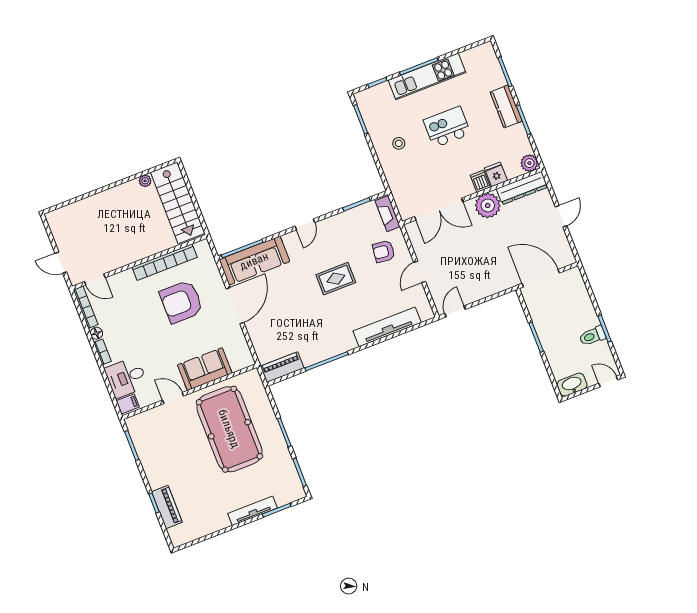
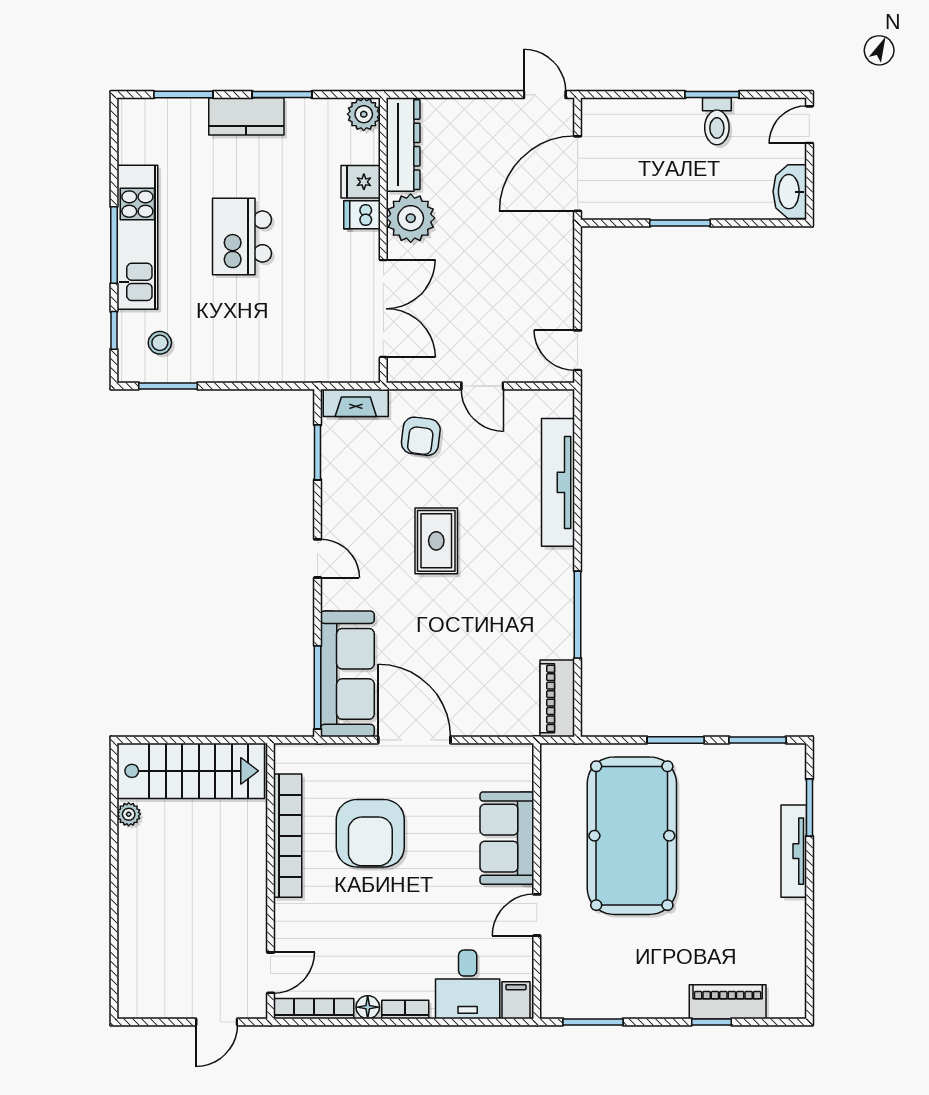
stool: (399, 143) -> (160, 343), moved
door: (561, 216) -> (545, 95), moved
pool table: (229, 429) -> (632, 836), turned 90

